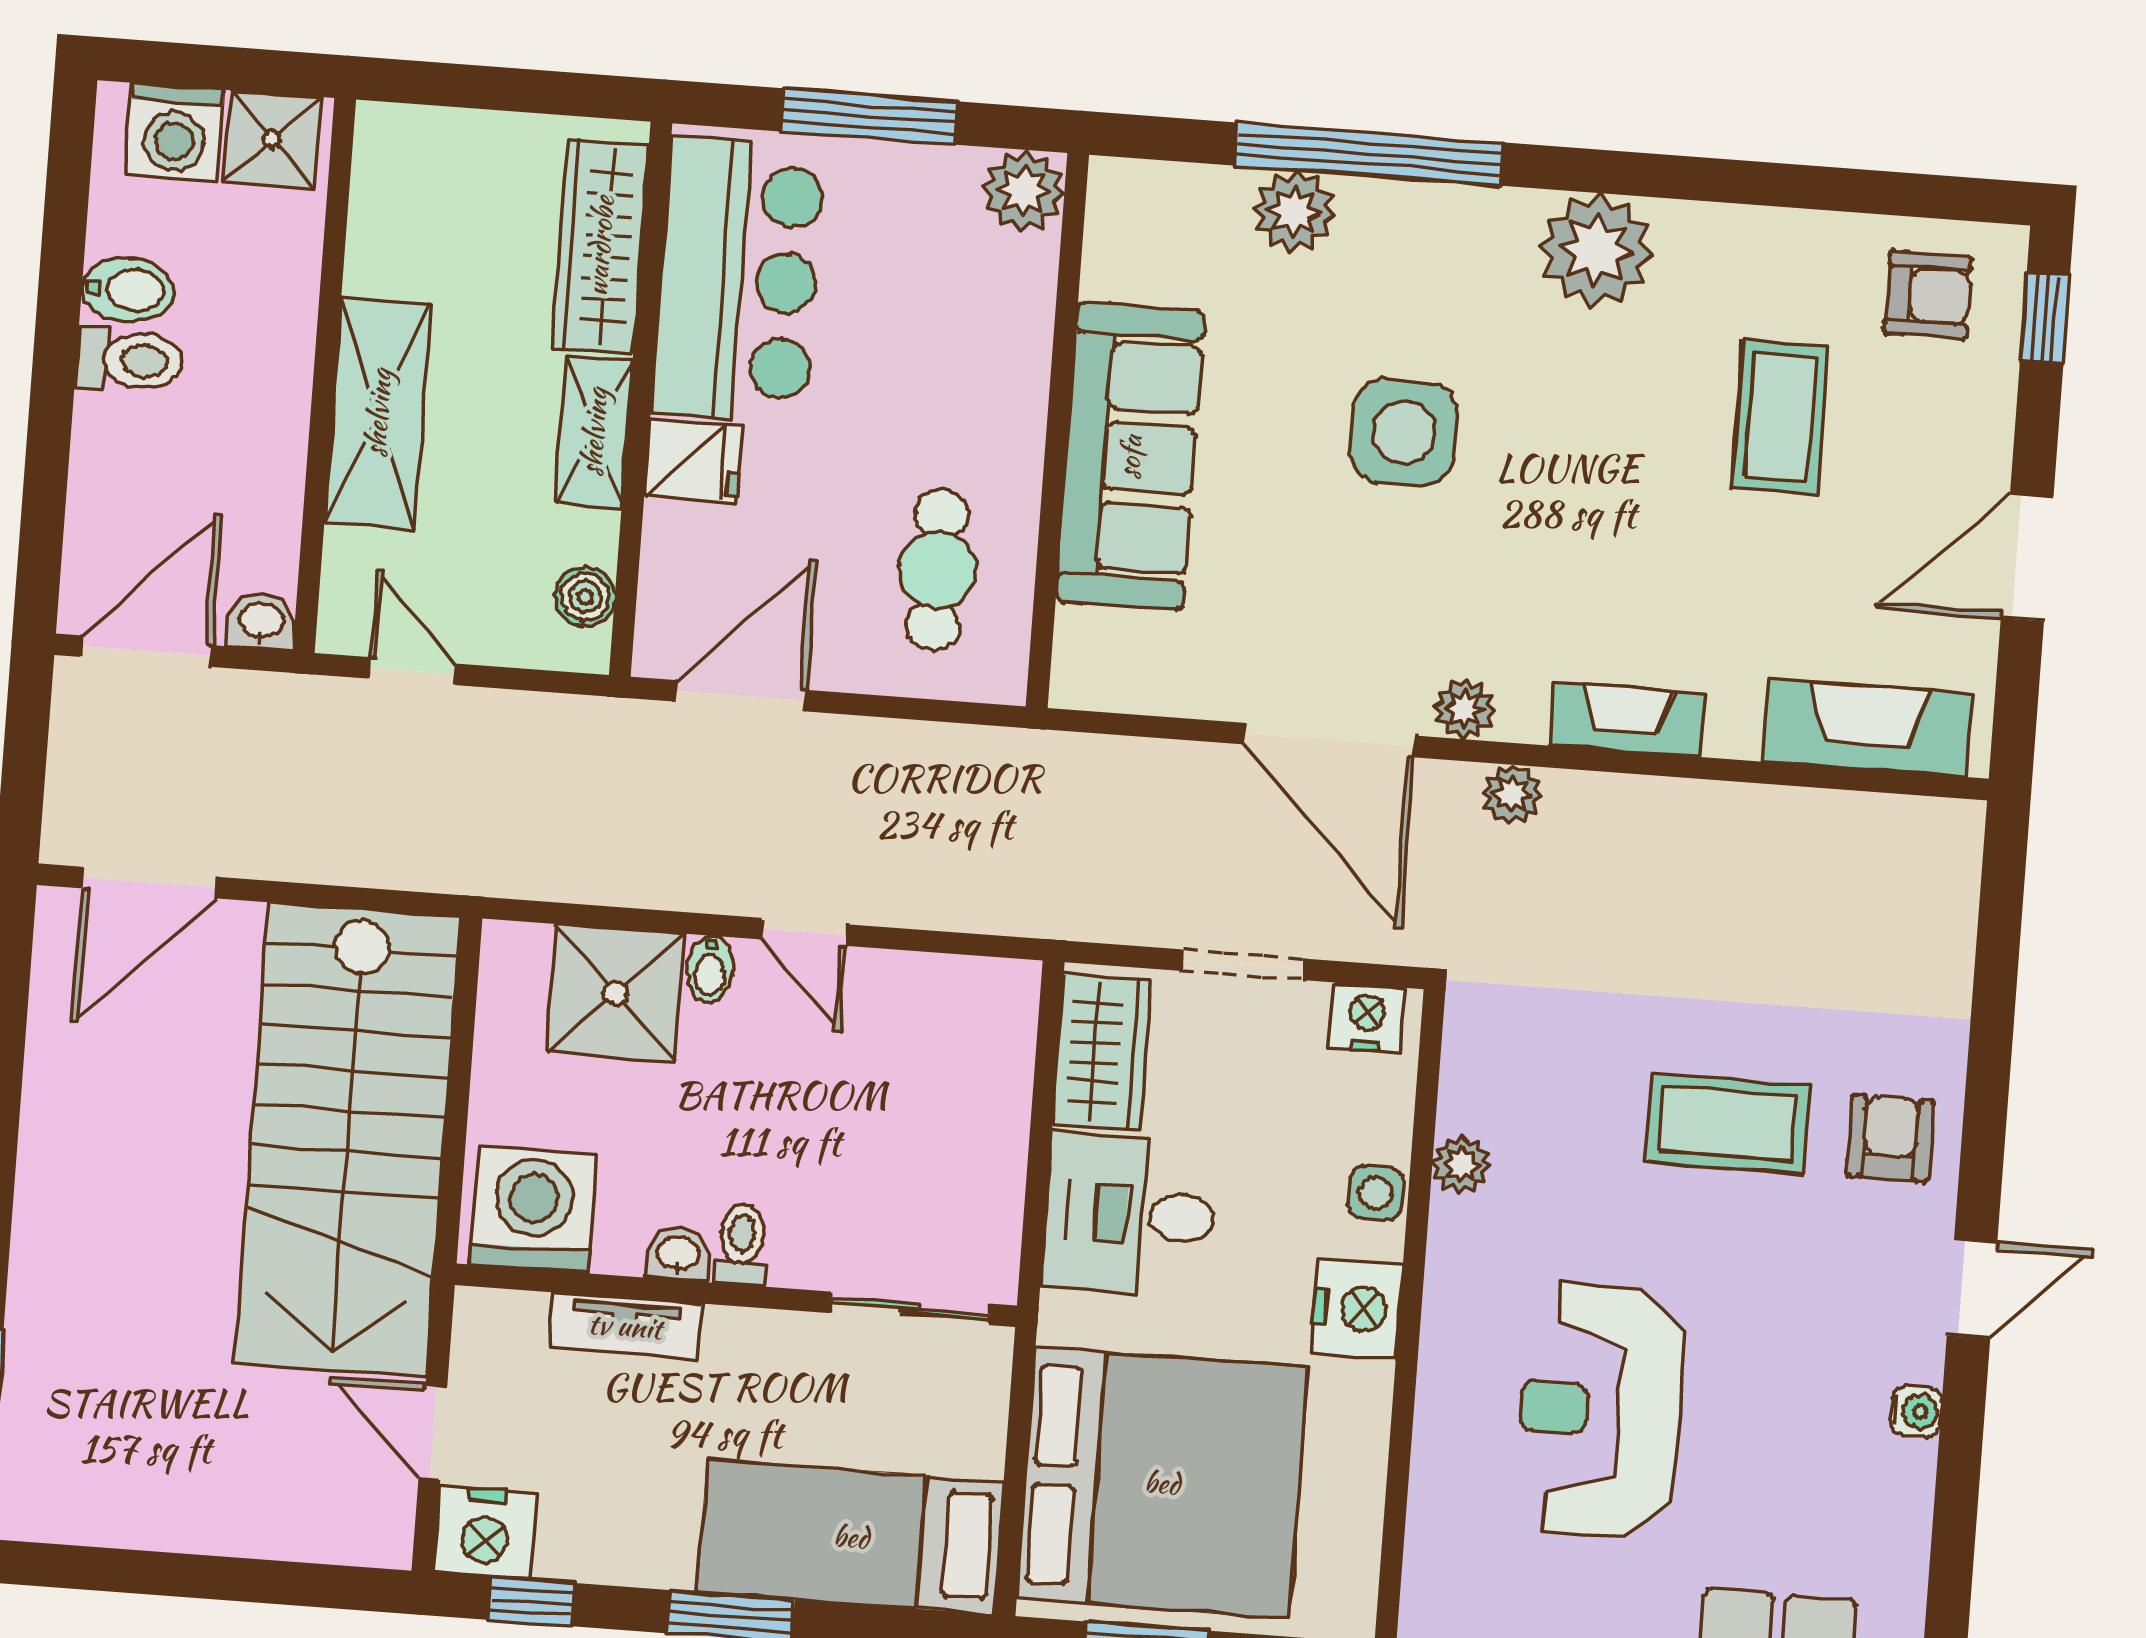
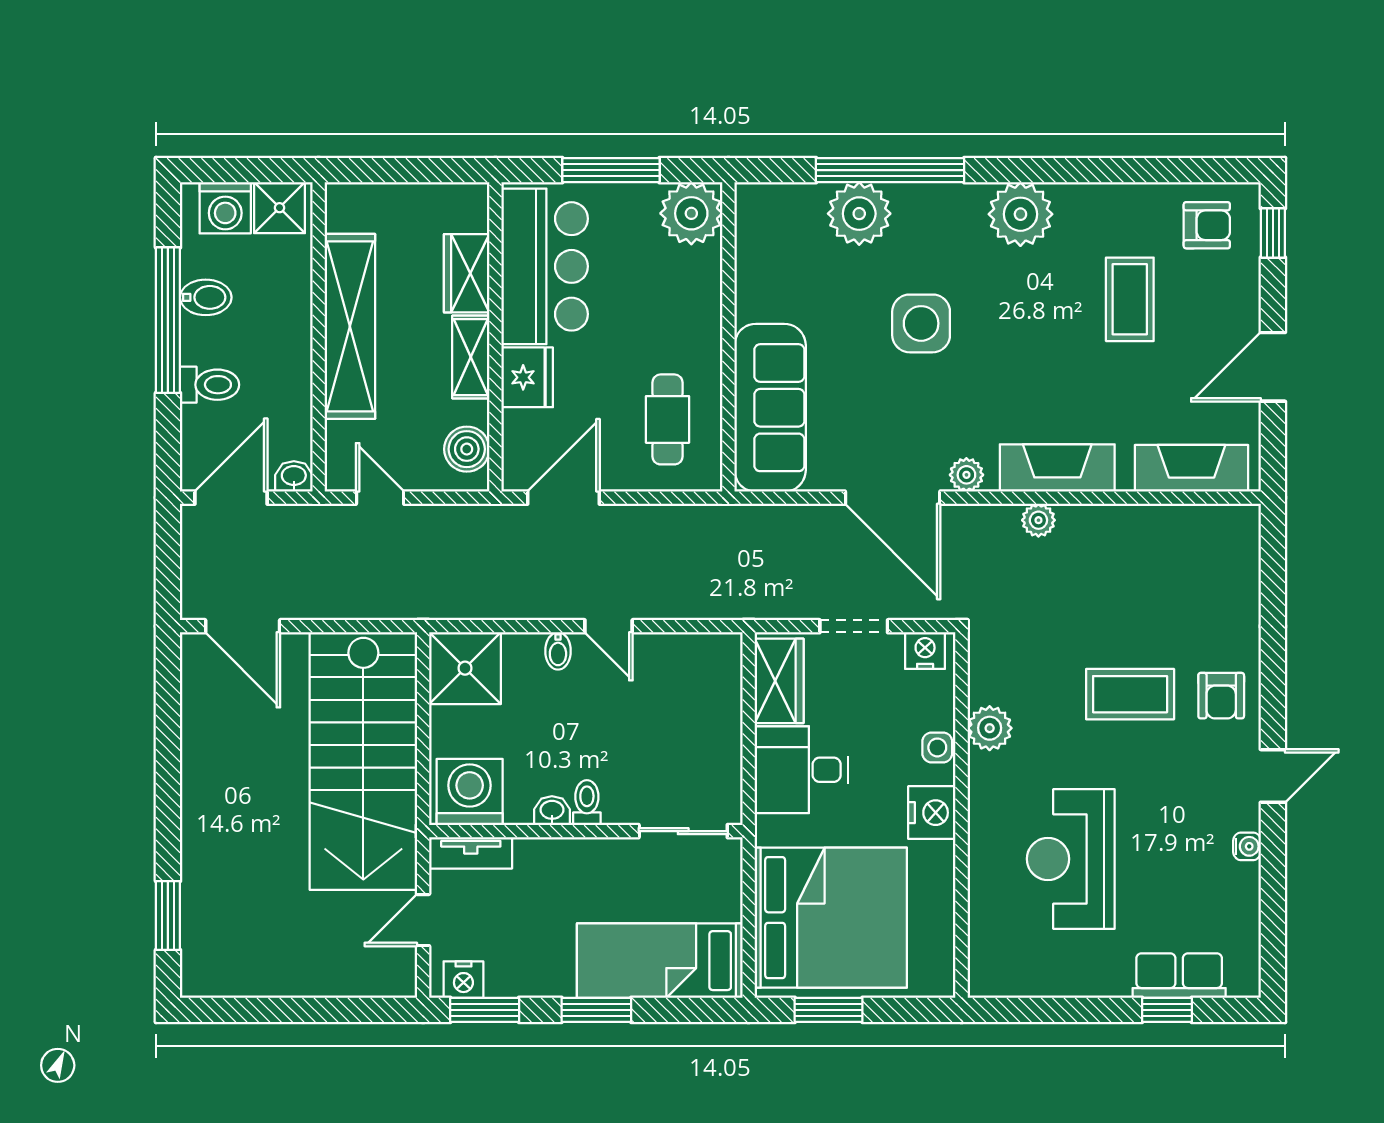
plant: (1024, 191) -> (691, 213), width x1.36, depth x1.36
plant: (1294, 211) -> (859, 214), width x1.36, depth x1.36
wardrobe: (600, 246) -> (467, 273), width x0.67
window: (57, 325) -> (168, 320), added
toilet: (130, 360) -> (210, 385), moved
shelving: (378, 413) -> (350, 326), width x1.47
sofa: (1130, 457) -> (770, 408), moved
fridge: (693, 461) -> (527, 377), width x1.38
boiler: (585, 597) -> (467, 449), width x1.36, depth x1.36
fireplace: (1627, 719) -> (1057, 468), width x1.37, depth x1.32
plant: (1512, 794) -> (1038, 520), moved
door: (150, 883) -> (243, 626), hinge flipped
shower: (615, 993) -> (465, 668), moved
armchair: (1890, 1138) -> (1221, 696), turned 180
plant: (1461, 1165) -> (990, 728), width x1.38, depth x1.38
tv unit: (625, 1326) -> (471, 853), moved
door: (433, 1432) -> (423, 920), hinge flipped
nightstand: (485, 1533) -> (463, 980), width x0.74, depth x0.75
window: (531, 1601) -> (485, 1010), width x1.50

